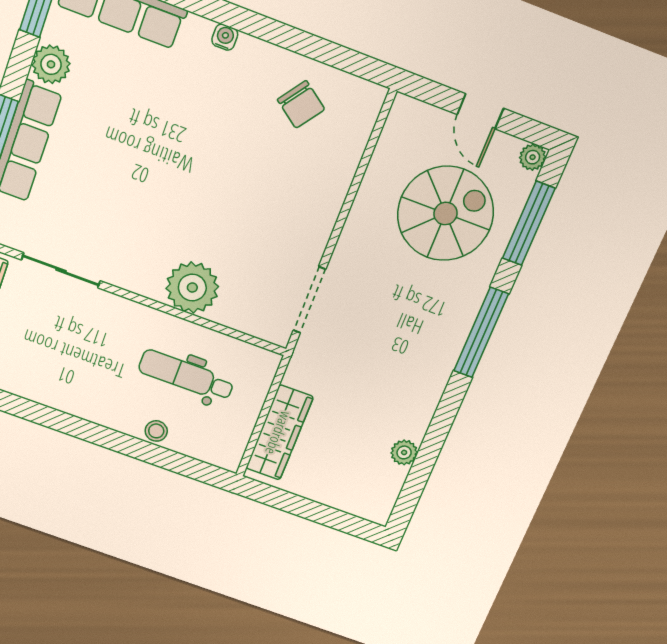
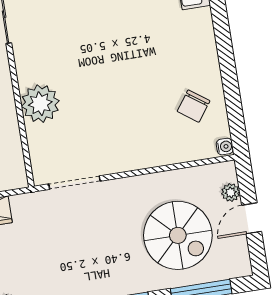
water cooler: (225, 37) -> (225, 147), moved
plant: (533, 157) -> (231, 193), moved

